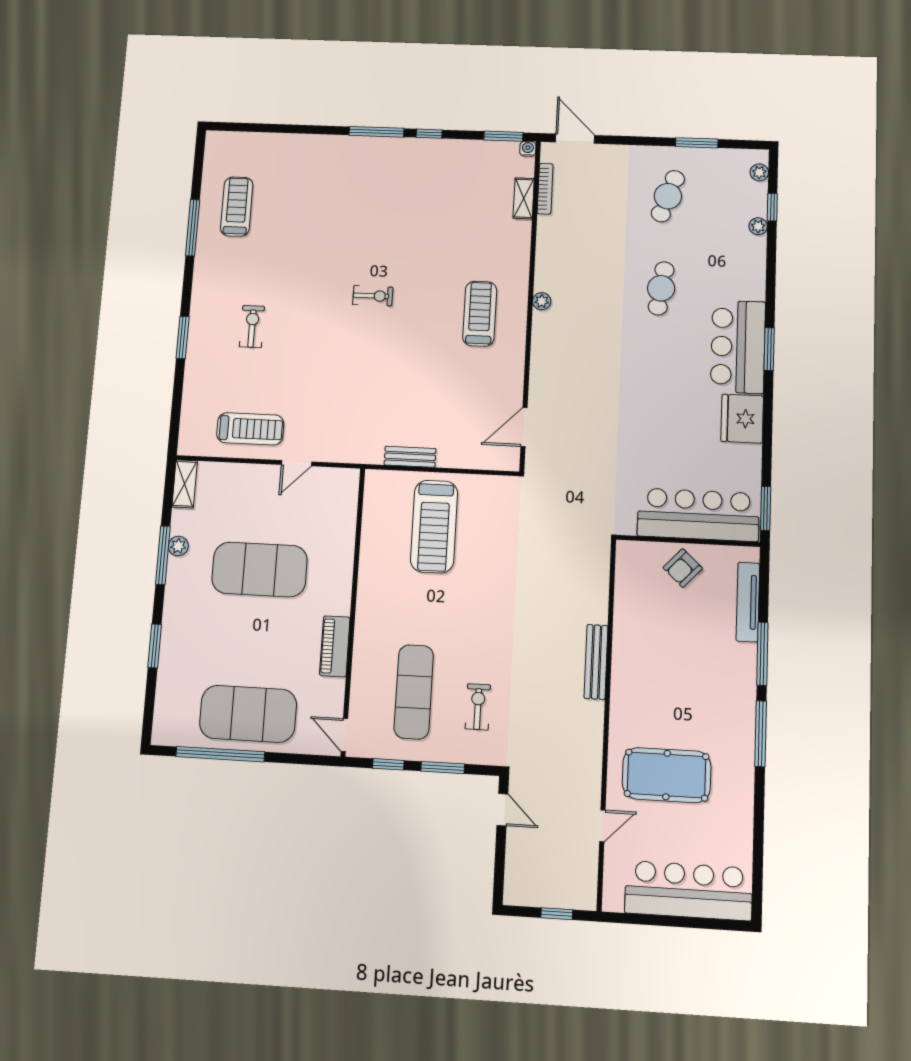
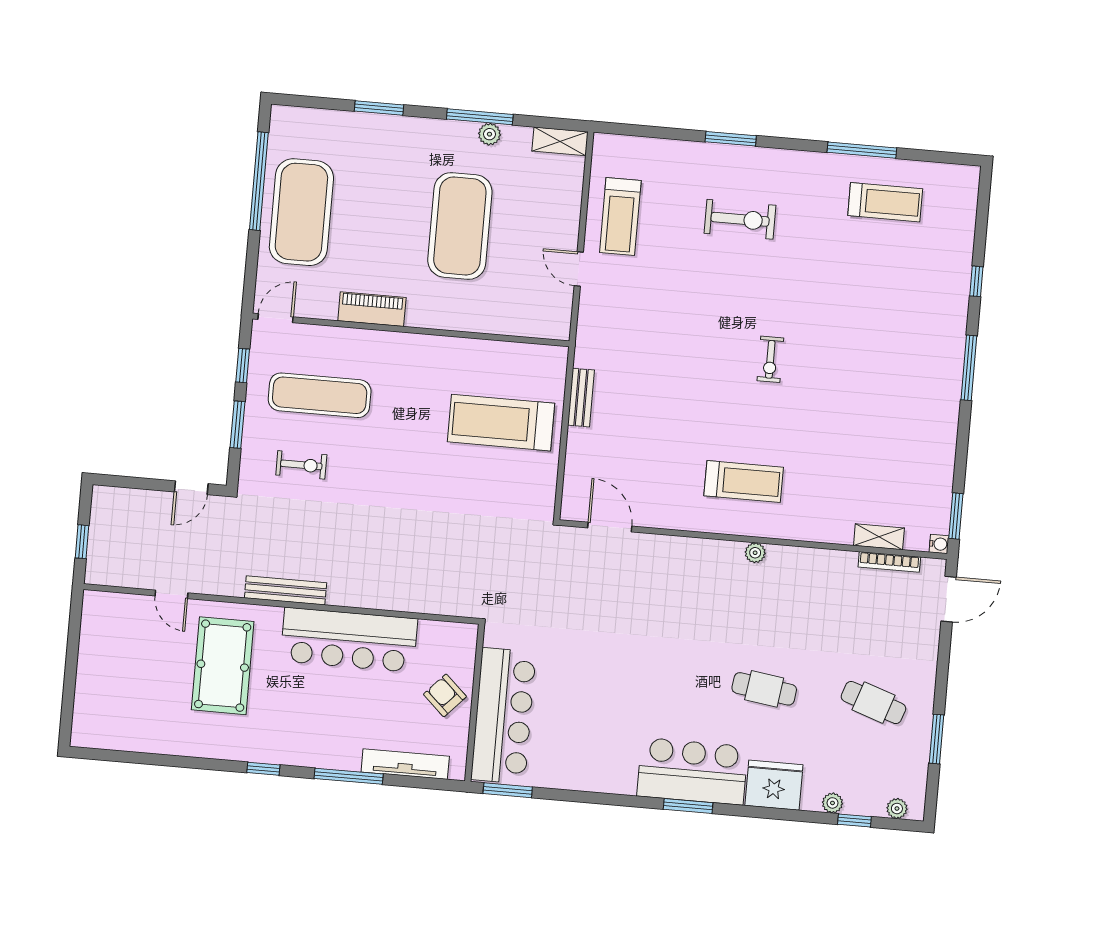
window: (429, 134) -> (976, 281), moved
exercise bike: (252, 327) -> (740, 219), width x1.38, depth x1.39
fridge: (742, 419) -> (774, 785), moved
bench: (596, 662) -> (286, 590), moved
window: (761, 734) -> (263, 769), width x0.46
bar counter: (689, 891) -> (349, 640), moved, turned 90

